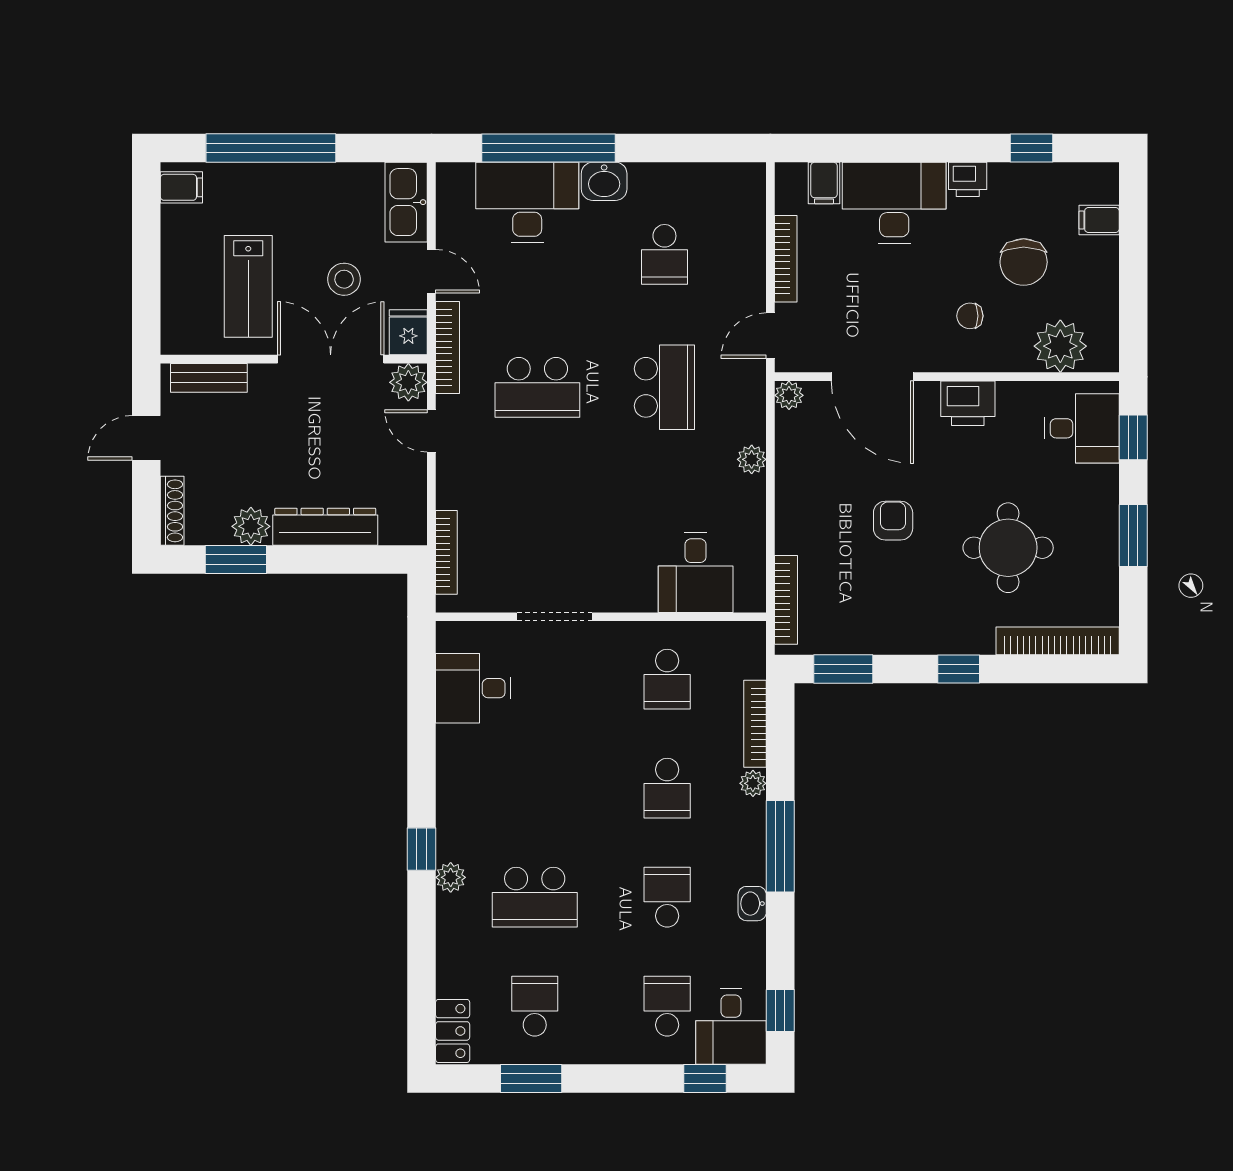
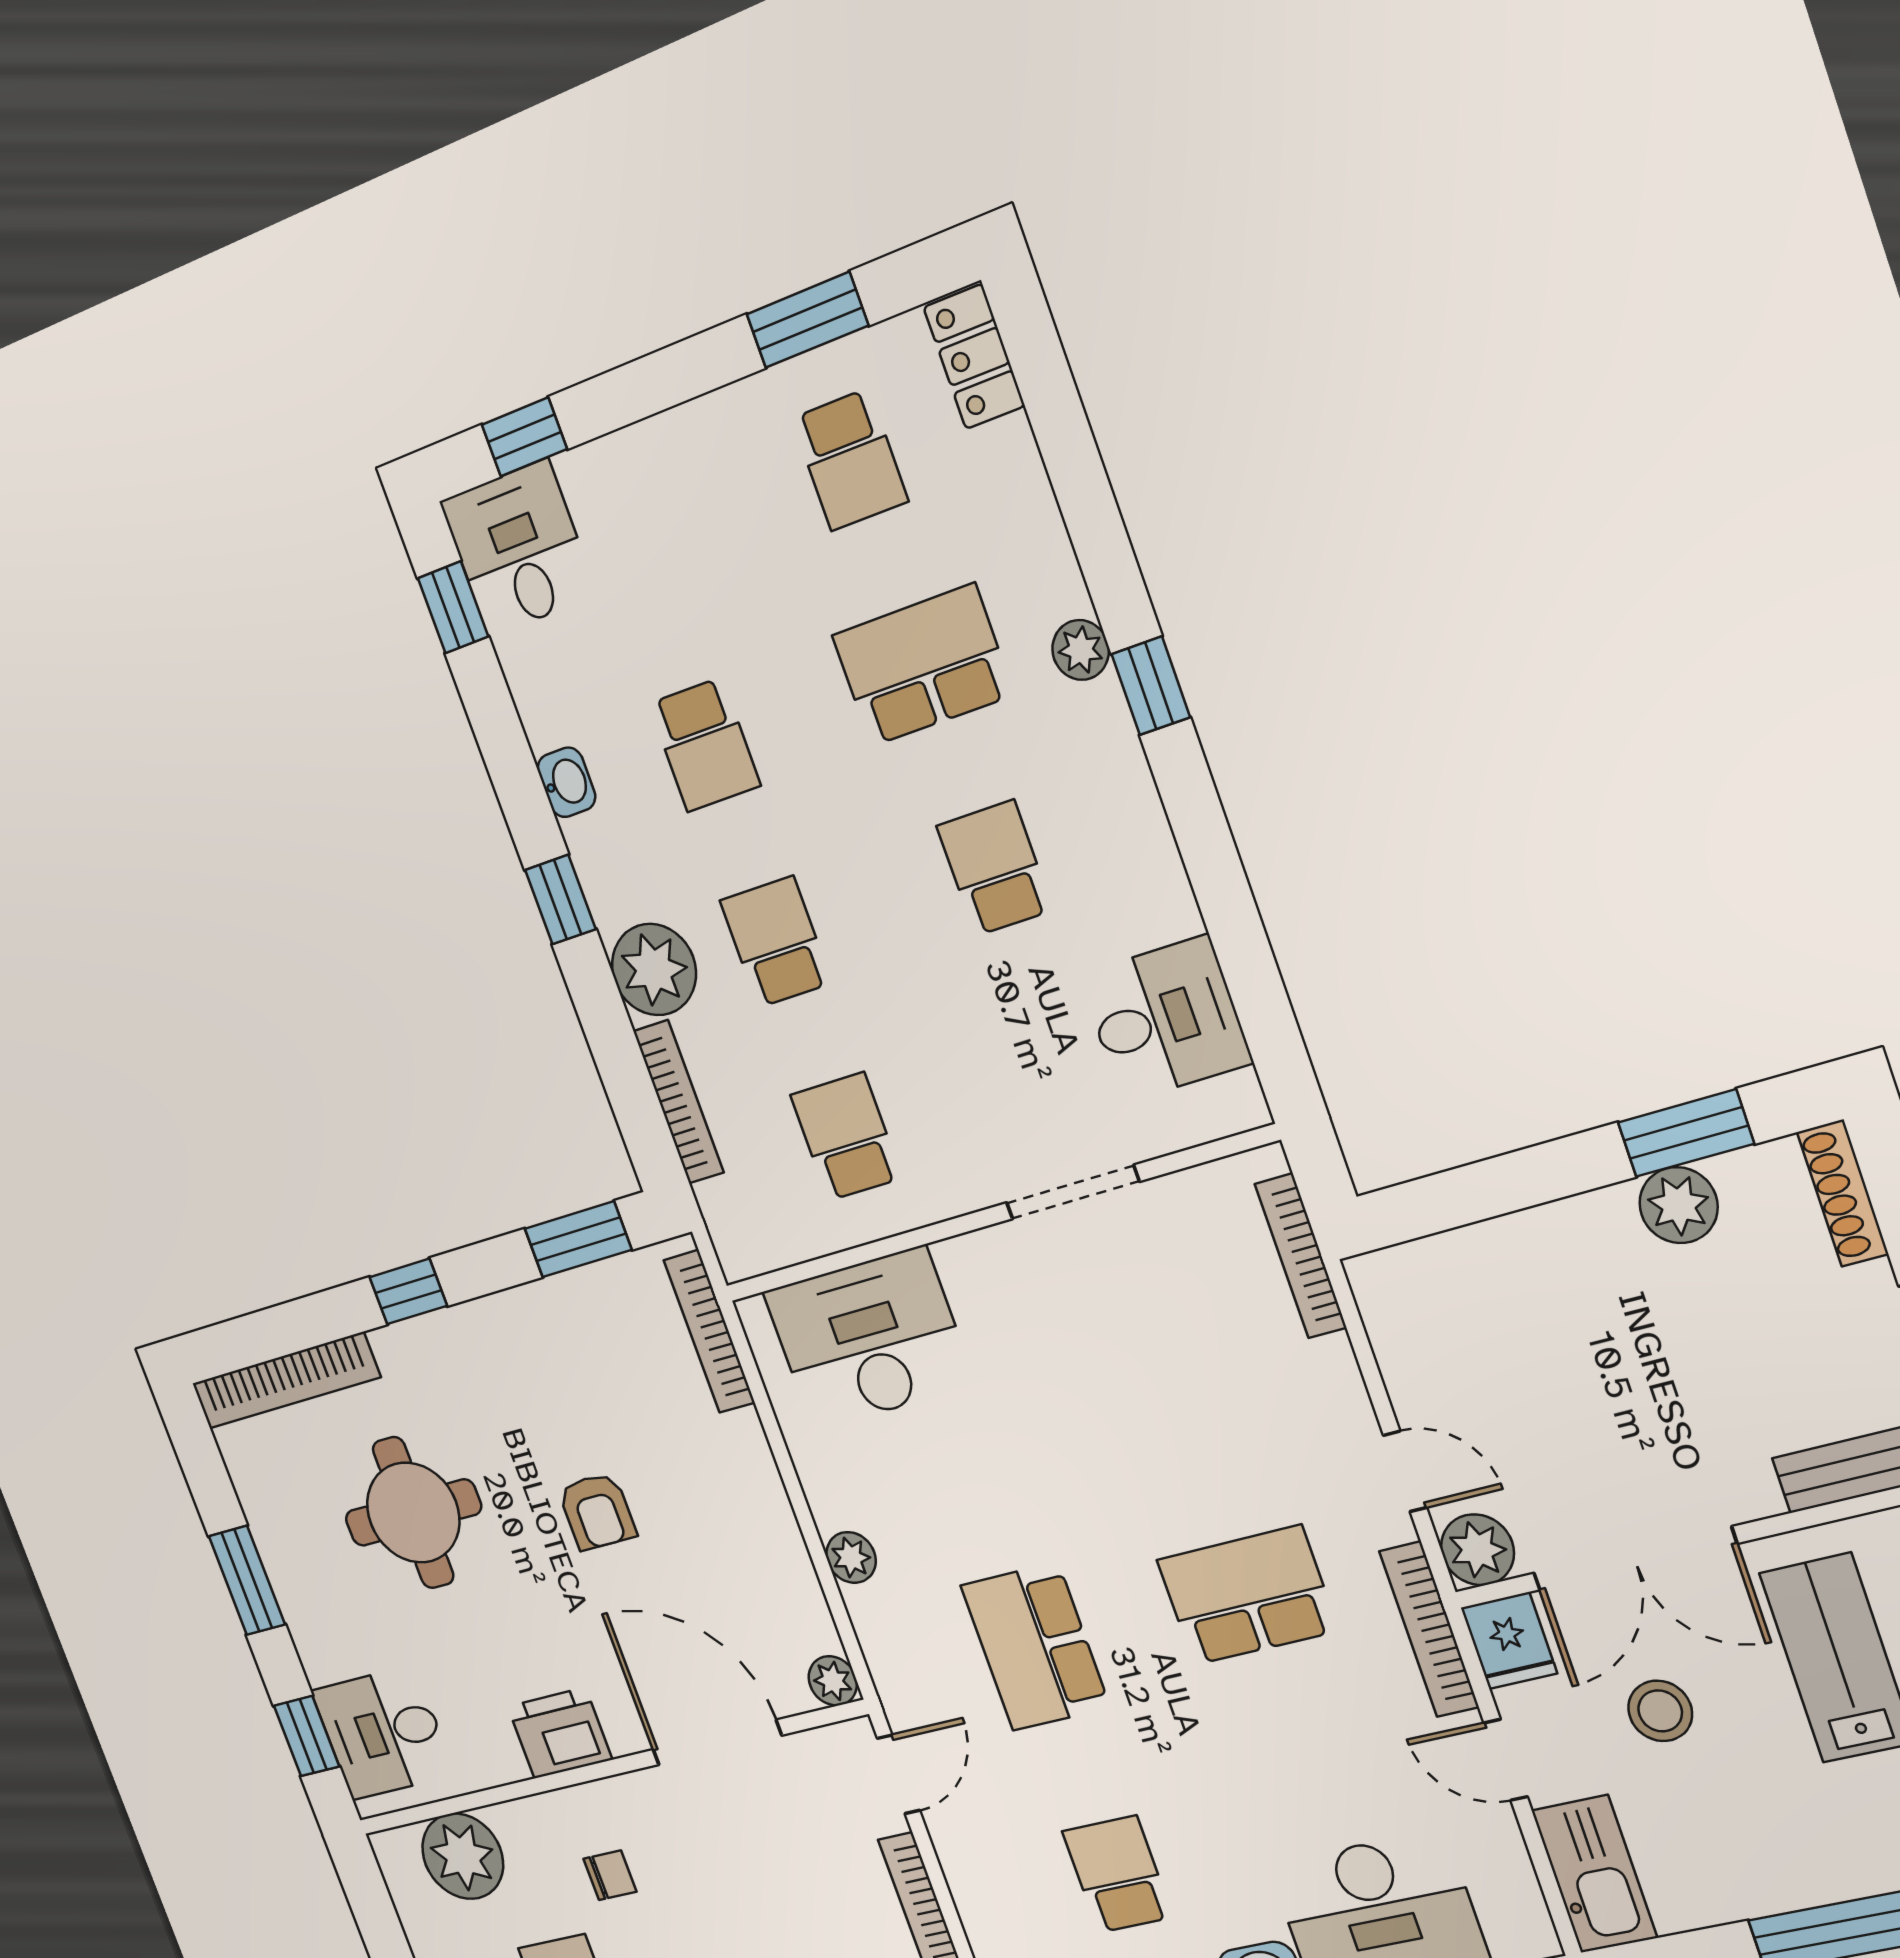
dresser: (325, 527) -> (1537, 1243), removed
desk: (696, 572) -> (869, 1338), width x1.37
plant: (753, 783) -> (654, 970), width x1.88, depth x1.88
window: (780, 846) -> (560, 900), width x0.46
school desk: (667, 1006) -> (995, 868), moved, turned 180

